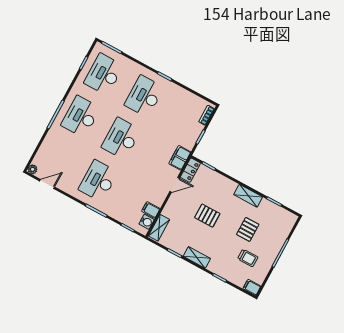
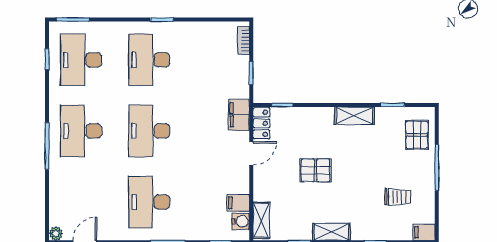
pallet: (248, 229) -> (417, 135), moved

